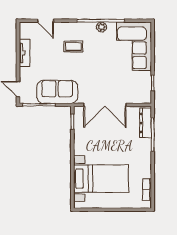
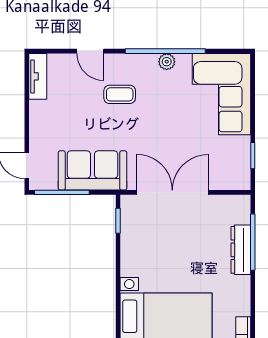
door: (45, 21) -> (90, 51), moved
tv unit: (25, 53) -> (38, 76), moved
double door: (105, 105) -> (172, 192), swing flipped
dresser: (146, 123) -> (241, 250), moved

